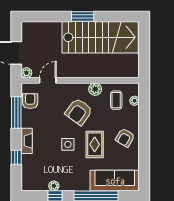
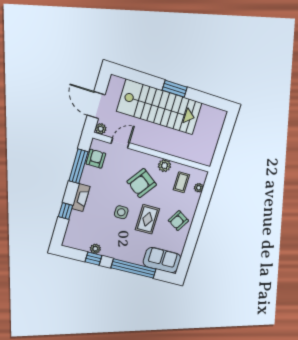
stairs: (100, 37) -> (160, 107), moved
sofa: (115, 181) -> (162, 260), width x0.73

